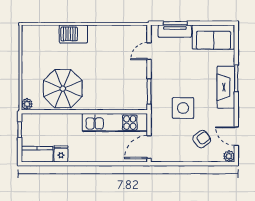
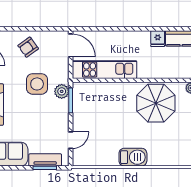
barbecue: (73, 34) -> (133, 157), moved
plant: (158, 101) -> (62, 91), added
armchair: (202, 139) -> (28, 47), moved
door: (149, 147) -> (71, 45), hinge flipped

